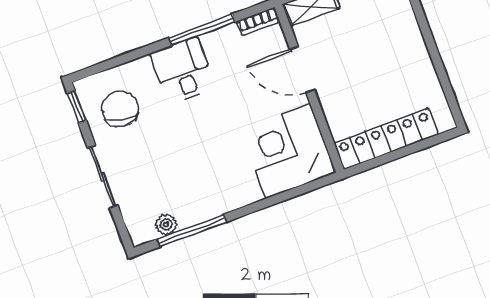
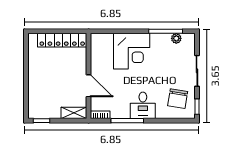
corner desk: (288, 151) -> (132, 51), moved

